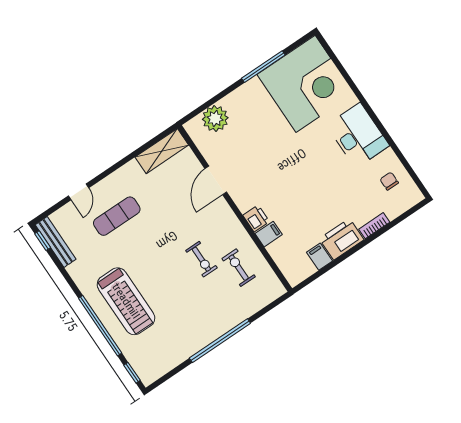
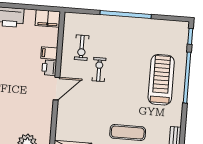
door: (216, 180) -> (56, 89), moved
filing cabinet: (320, 257) -> (48, 18), moved, width x2.00

